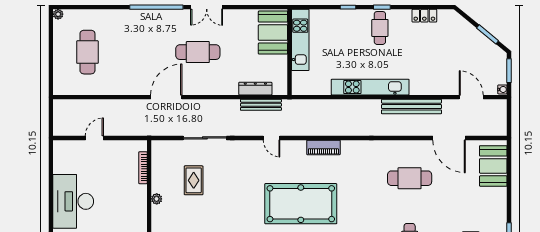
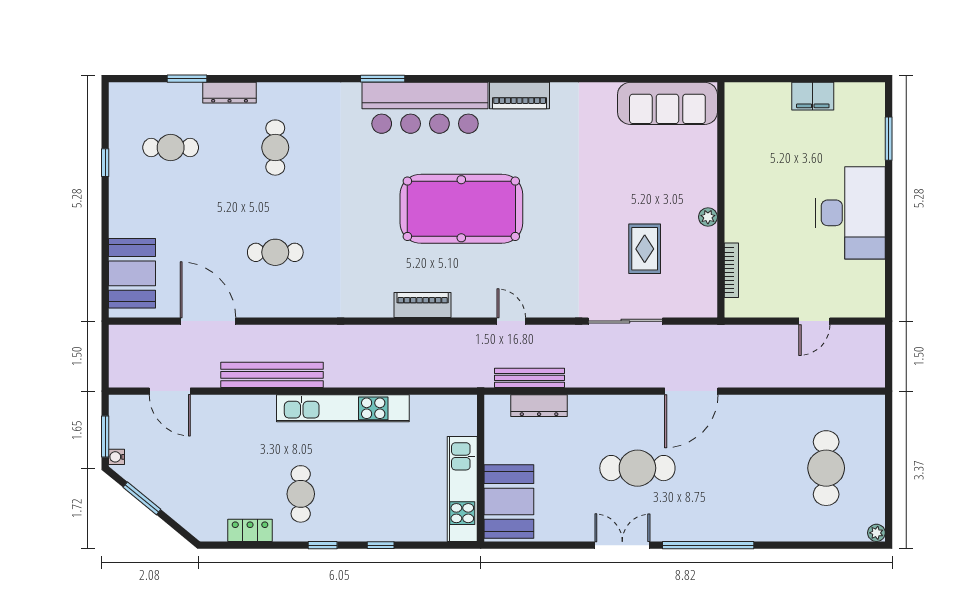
cafe table: (380, 28) -> (301, 494), moved
water cooler: (502, 89) -> (116, 457), moved
cafe table: (410, 178) -> (275, 252), width x0.73, depth x0.74

